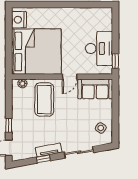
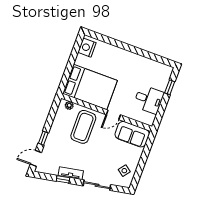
desk: (99, 48) -> (149, 99), width x0.73
bed: (36, 52) -> (90, 87), width x0.73
window: (115, 61) -> (170, 87), moved

